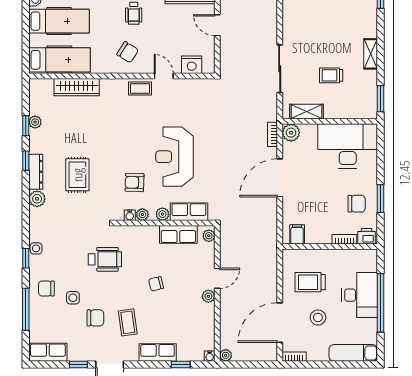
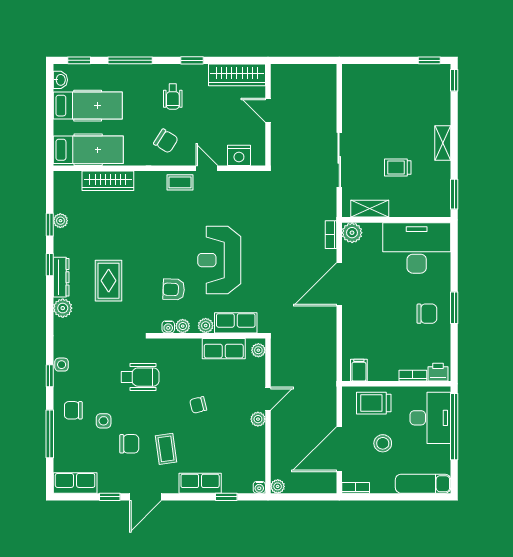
filing cabinet: (297, 234) -> (359, 370), moved
printer: (366, 236) -> (438, 372), moved
bookcase: (344, 239) -> (413, 376), moved
wall: (330, 246) -> (396, 384), moved

